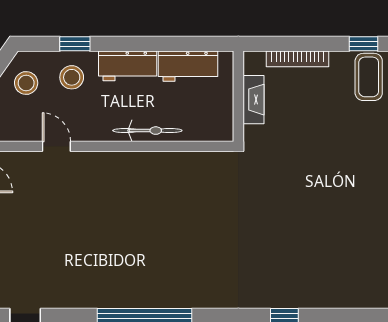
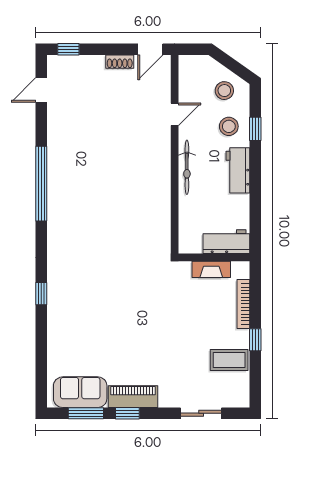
window: (363, 44) -> (255, 340), moved
workbench: (188, 66) -> (226, 242), moved, turned 90
bicycle: (147, 131) -> (187, 167), moved

